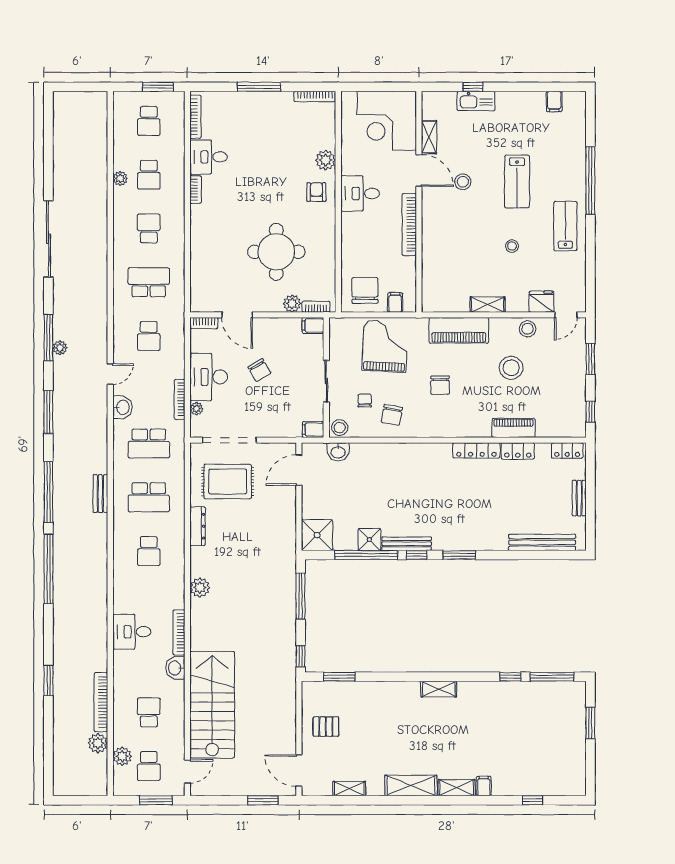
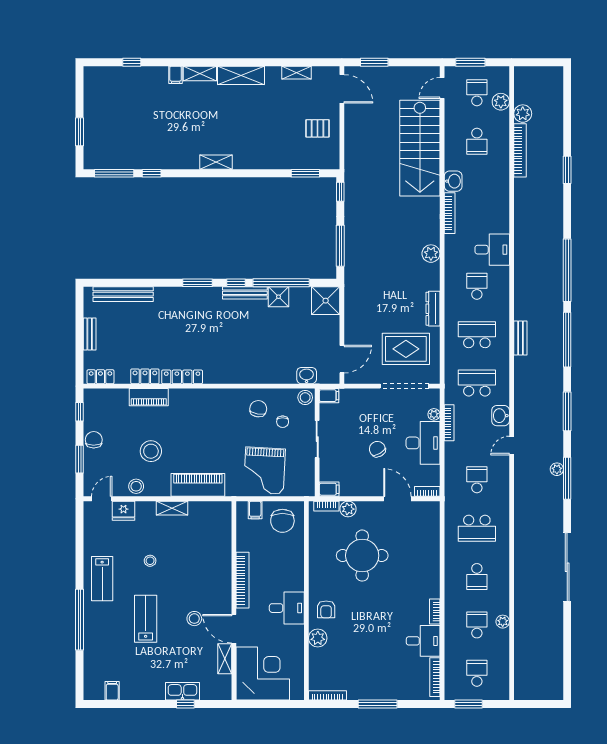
chair: (440, 385) -> (94, 440), moved
desk: (132, 632) -> (492, 250), moved

